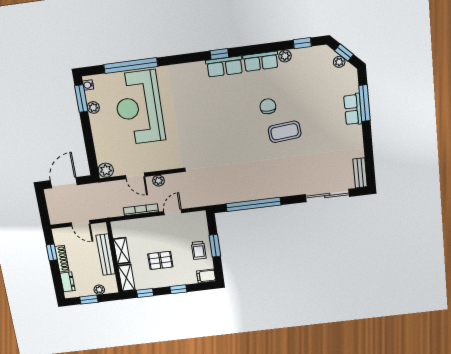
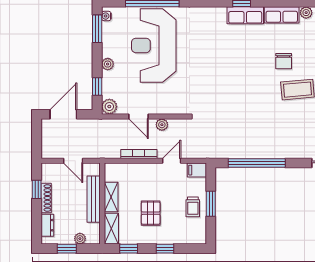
chair: (268, 106) -> (284, 61), turned 180
plant: (93, 107) -> (108, 64), moved
window: (91, 153) -> (97, 86), added
pallet: (160, 260) -> (151, 213), turned 90
filing cabinet: (206, 276) -> (197, 170), moved

